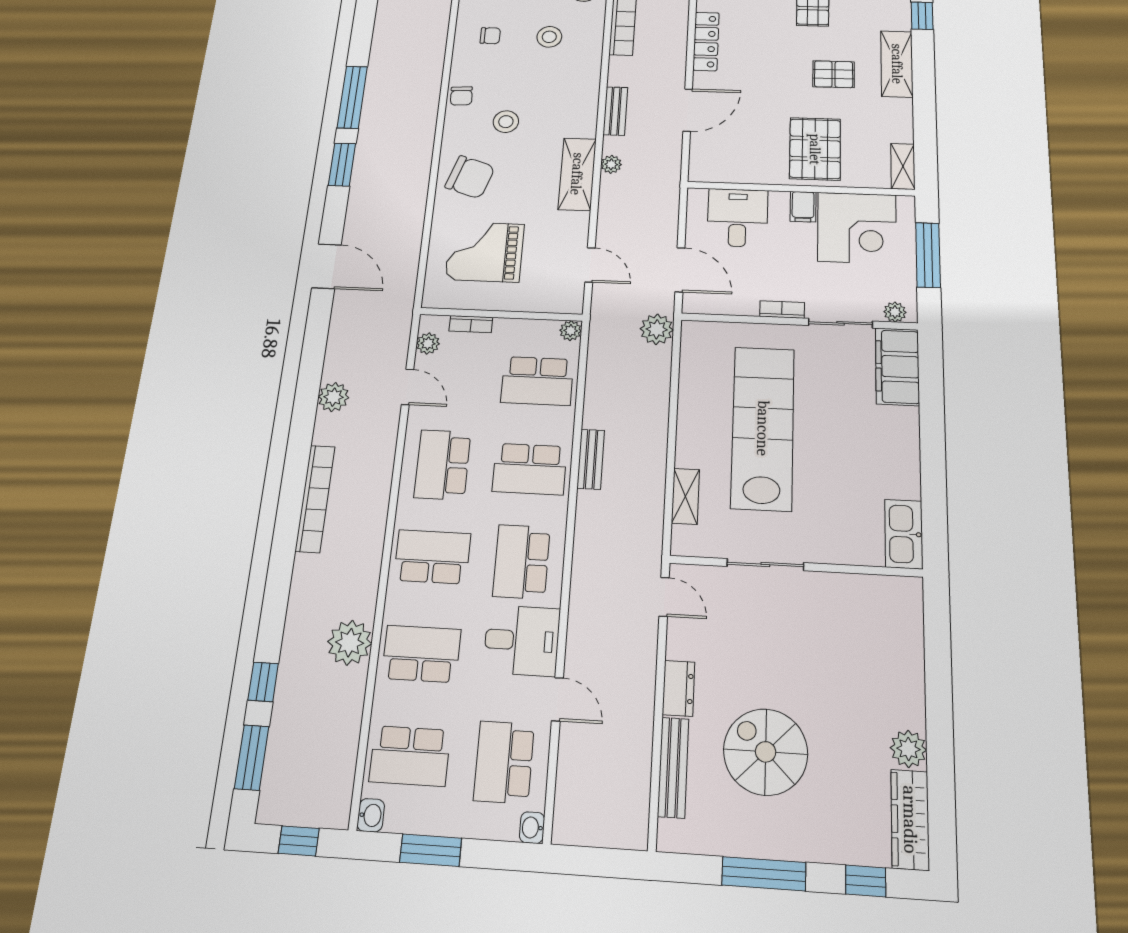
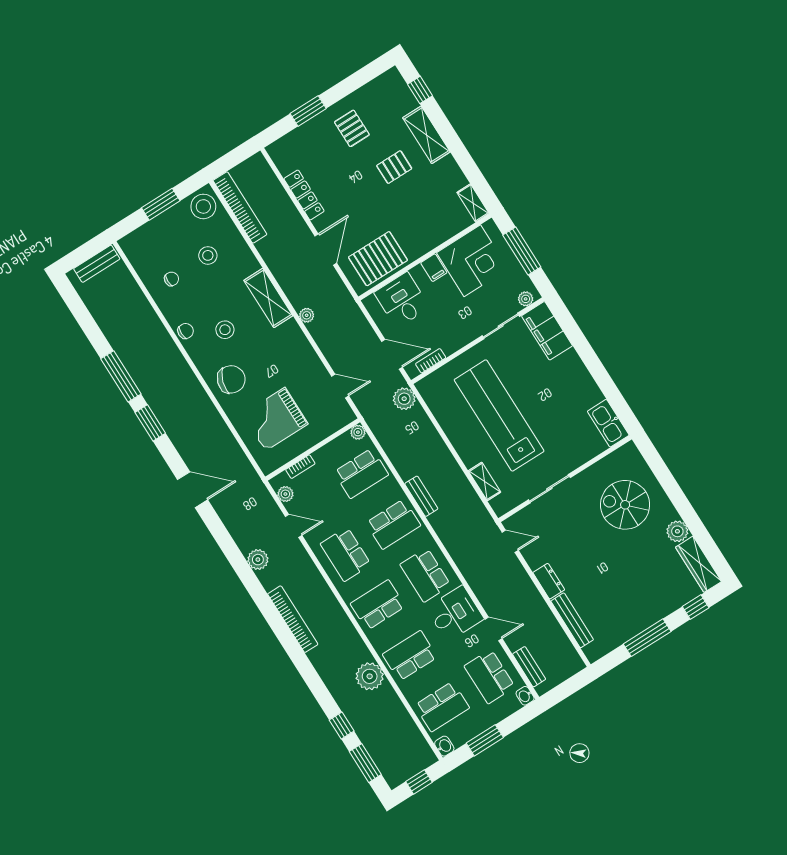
chair: (461, 96) -> (186, 331), turned -86
bench: (615, 111) -> (529, 667), moved
pallet: (815, 149) -> (378, 259), moved, turned 90
shelving: (577, 174) -> (268, 298), moved
bookcase: (782, 310) -> (431, 361), moved
spiral stairs: (766, 752) -> (625, 505), moved

